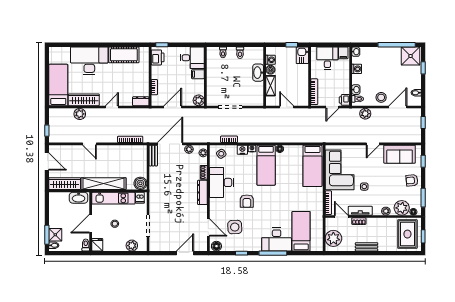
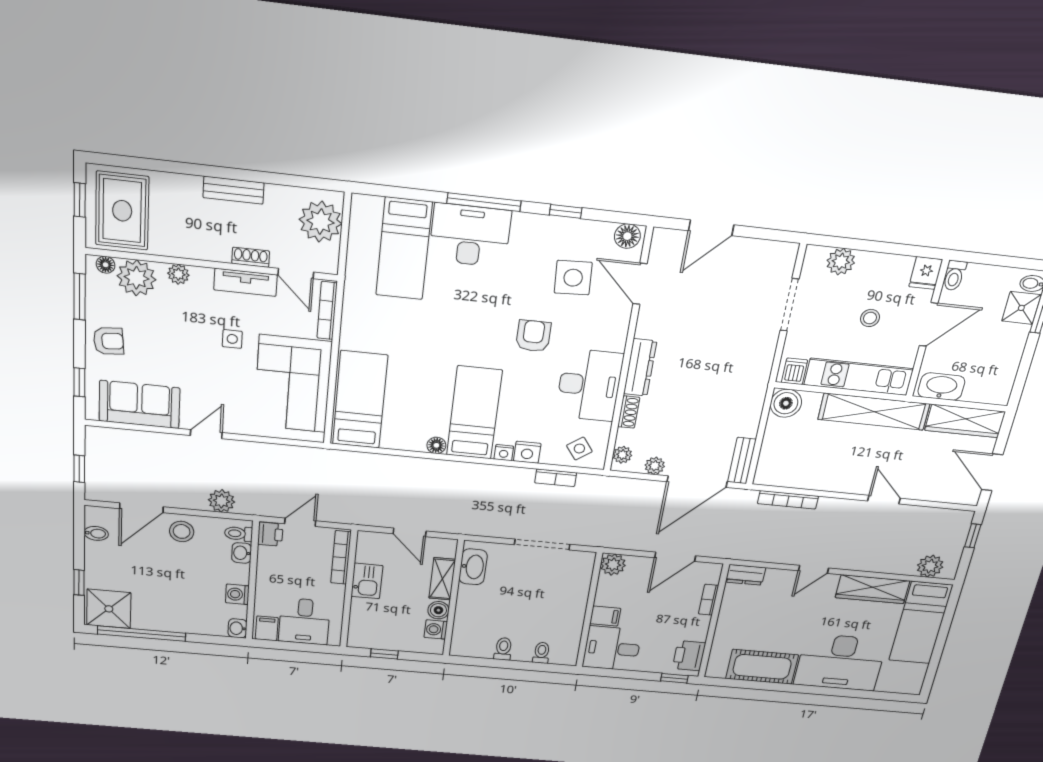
kitchen sink: (302, 55) -> (367, 581), moved
washbasin: (258, 73) -> (473, 567), moved
plant: (80, 114) -> (930, 566), moved

